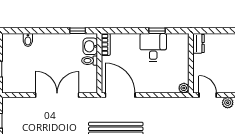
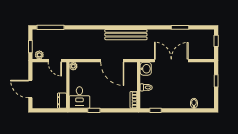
washbasin: (90, 46) -> (146, 69), moved
desk: (153, 48) -> (79, 97), moved
double door: (57, 95) -> (171, 61), swing flipped
door: (120, 95) -> (112, 61), moved

